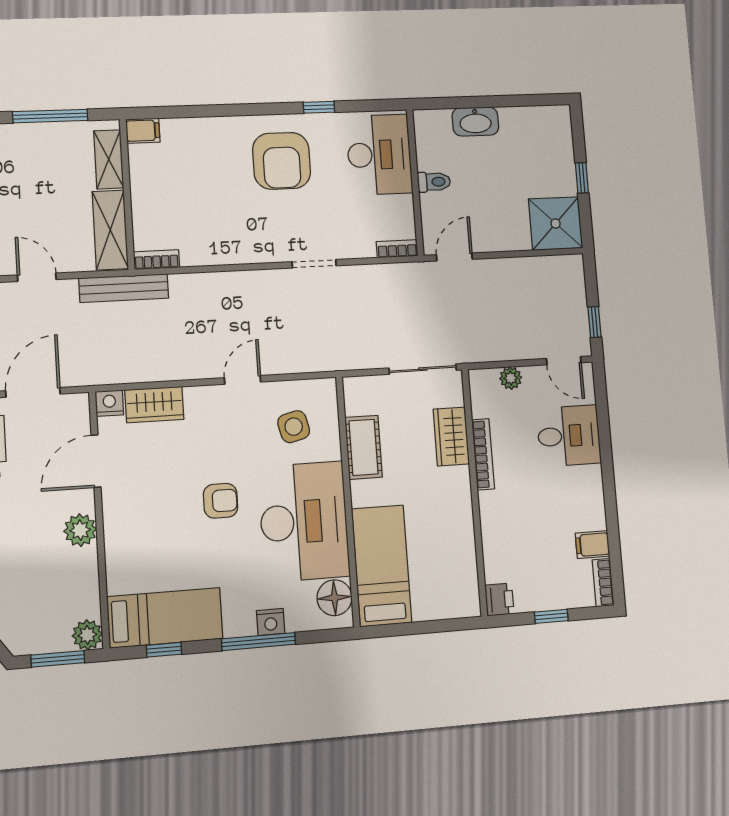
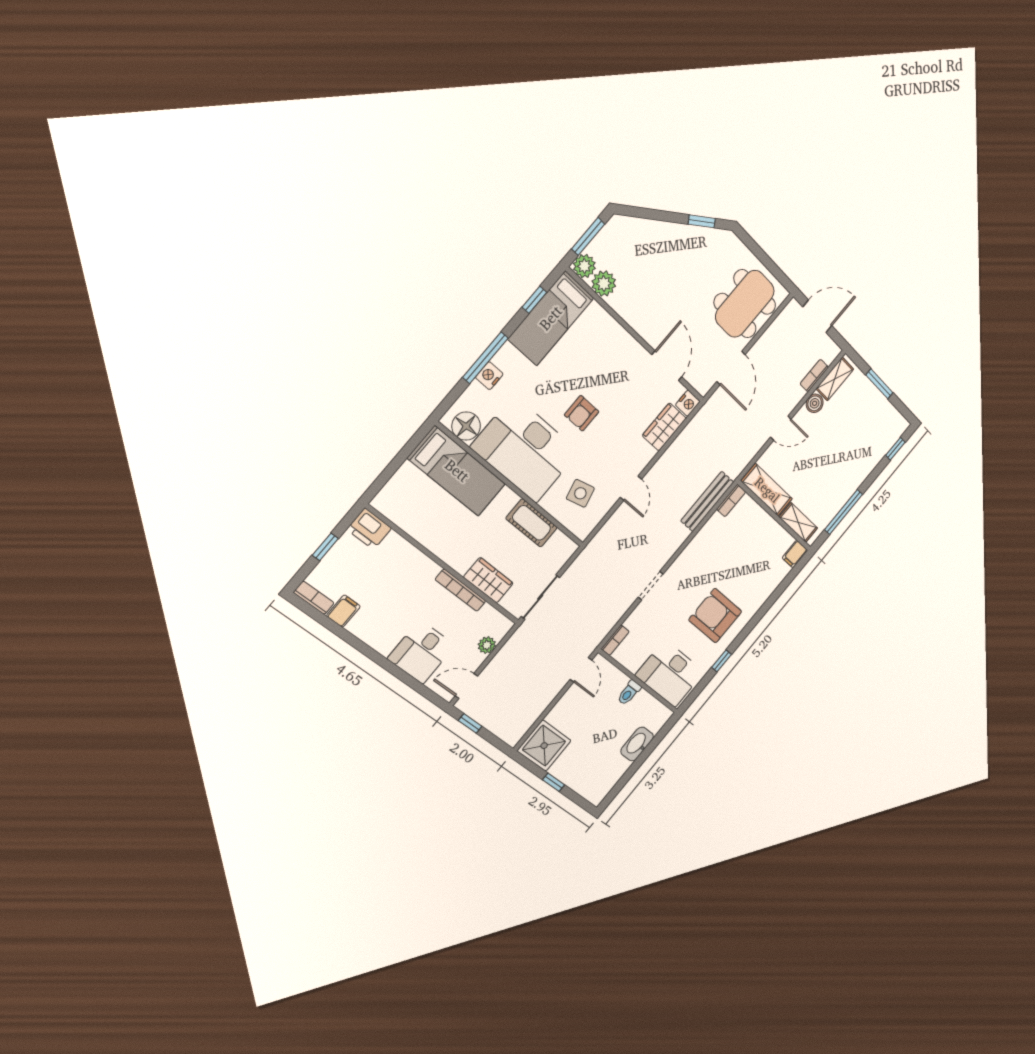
bench: (124, 288) -> (707, 501), moved
plant: (80, 530) -> (604, 284), moved
printer: (499, 599) -> (369, 529), width x1.36, depth x1.24

